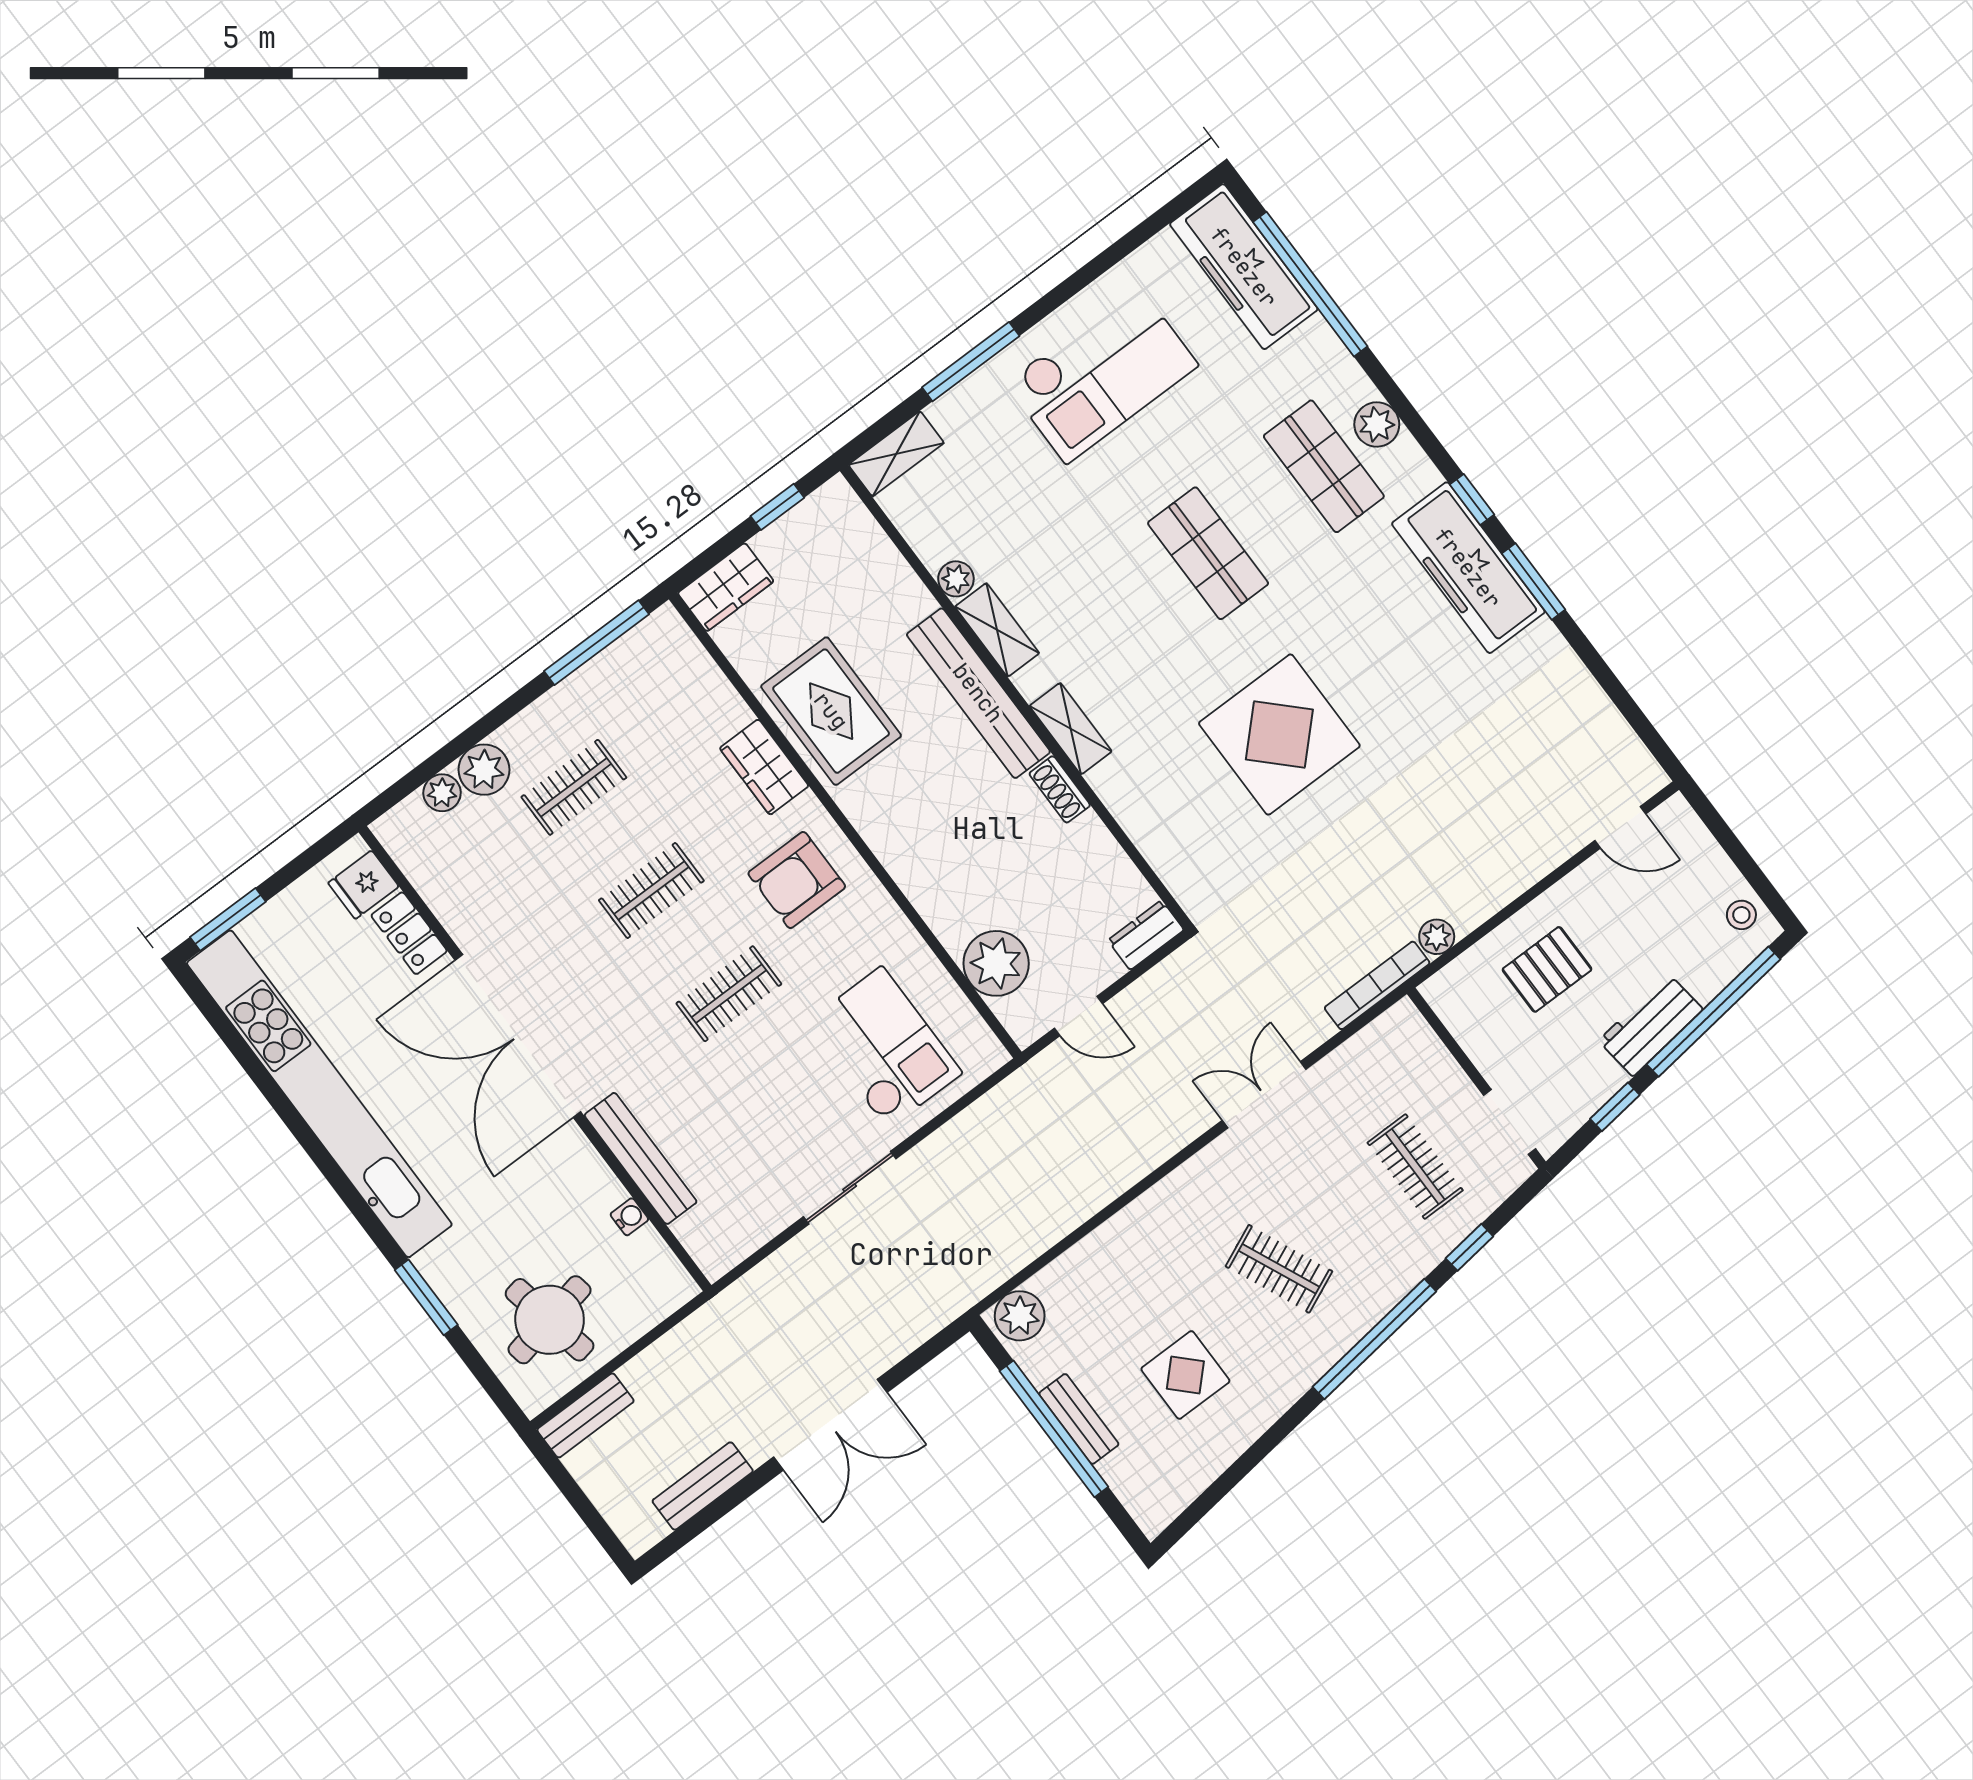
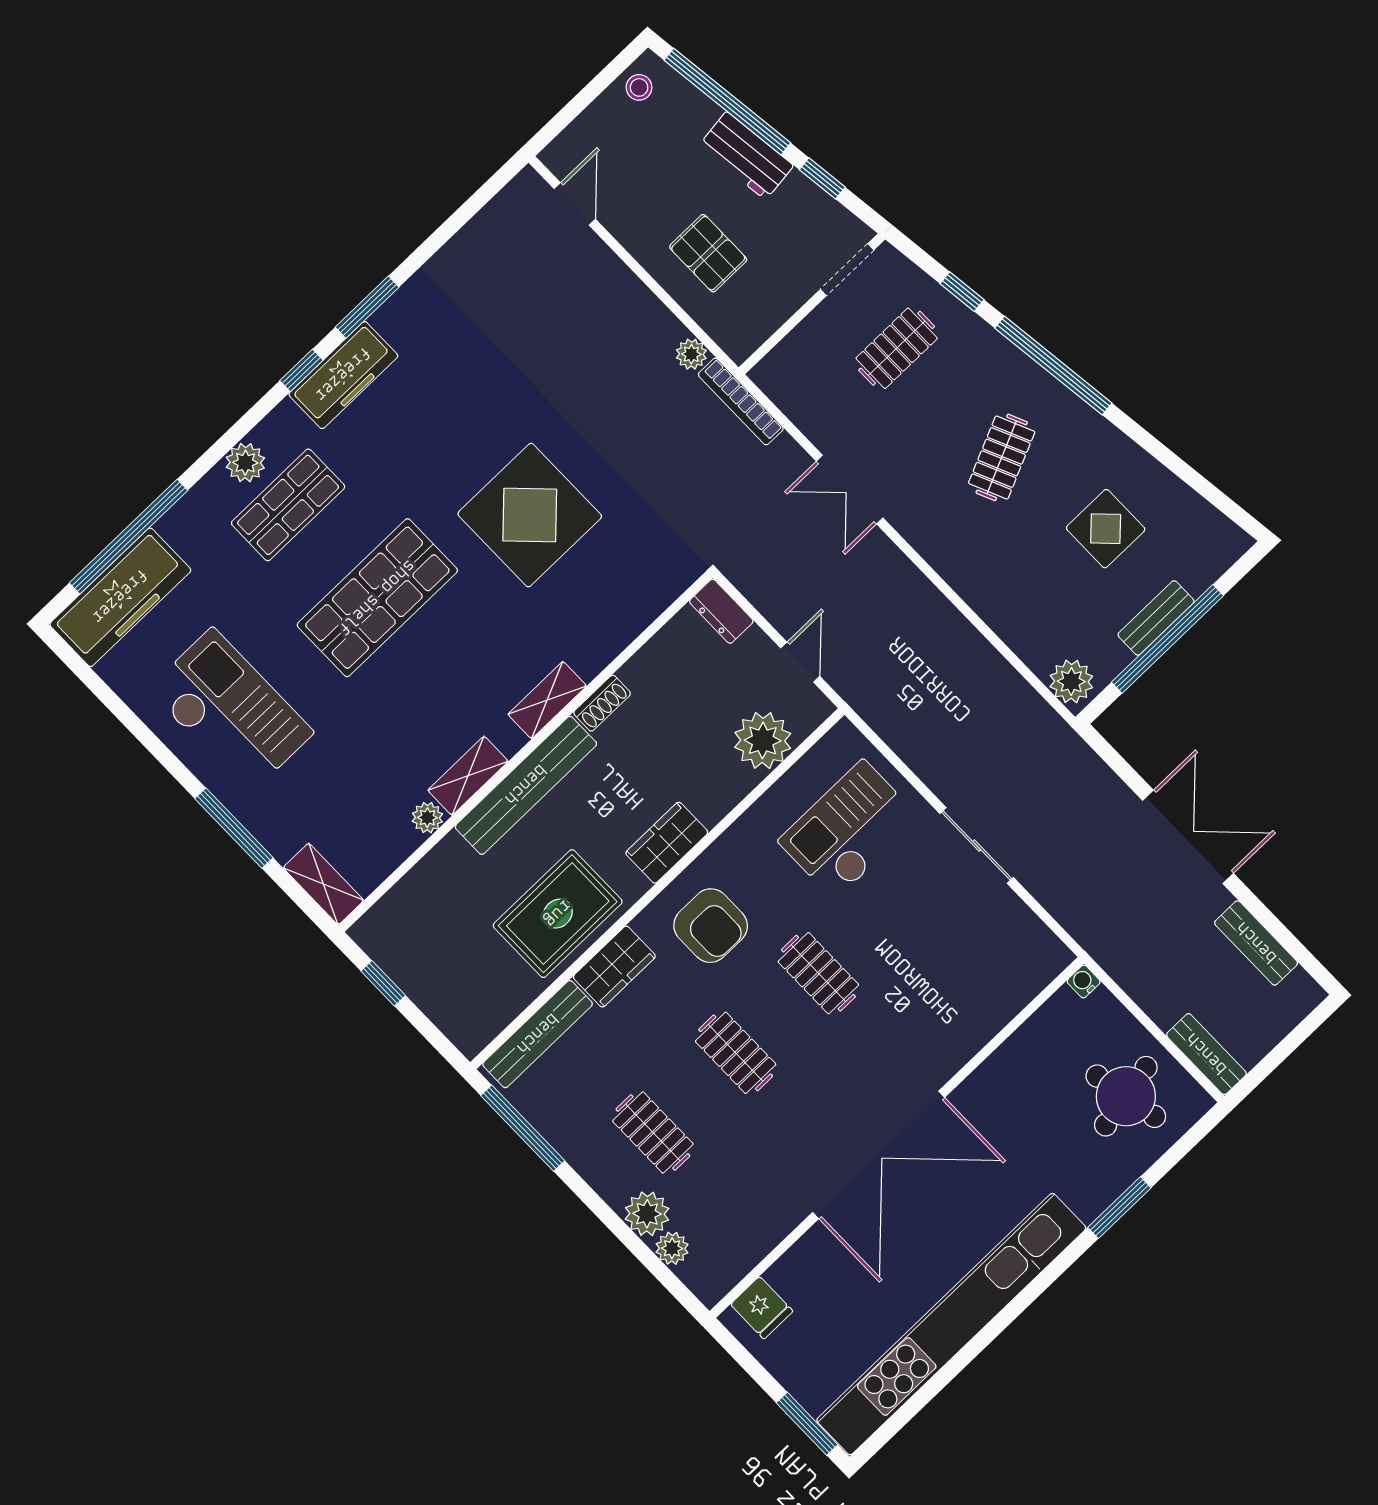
shop shelf: (1208, 553) -> (377, 598), width x1.43, depth x1.36
freezer: (1468, 568) -> (343, 375), width x0.73, depth x0.79
wardrobe: (726, 587) -> (667, 843), moved, turned -90
locker: (409, 933) -> (800, 1262), removed
bench: (641, 1158) -> (538, 1034), moved
water cooler: (629, 1217) -> (1084, 982), moved

